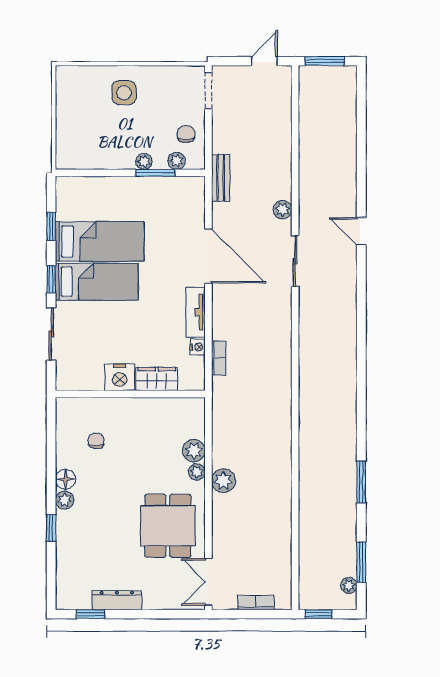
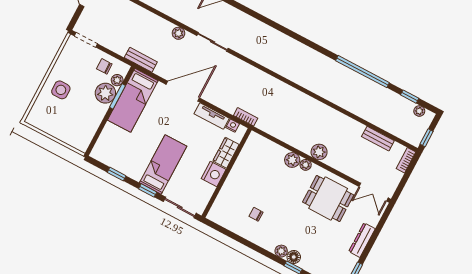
plant: (144, 161) -> (105, 93), width x1.88, depth x1.88
bed: (100, 241) -> (133, 100), moved, turned 180
nightstand: (120, 377) -> (214, 174), moved
wardrobe: (157, 379) -> (226, 153), moved
wall: (130, 394) -> (227, 173), moved
floor lamp: (65, 479) -> (294, 257), moved
window: (361, 482) -> (362, 72), width x2.11
bench: (283, 550) -> (378, 139), added
window: (361, 562) -> (410, 97), width x0.67
dresser: (117, 600) -> (362, 240), moved
bookcase: (256, 603) -> (406, 160), moved

